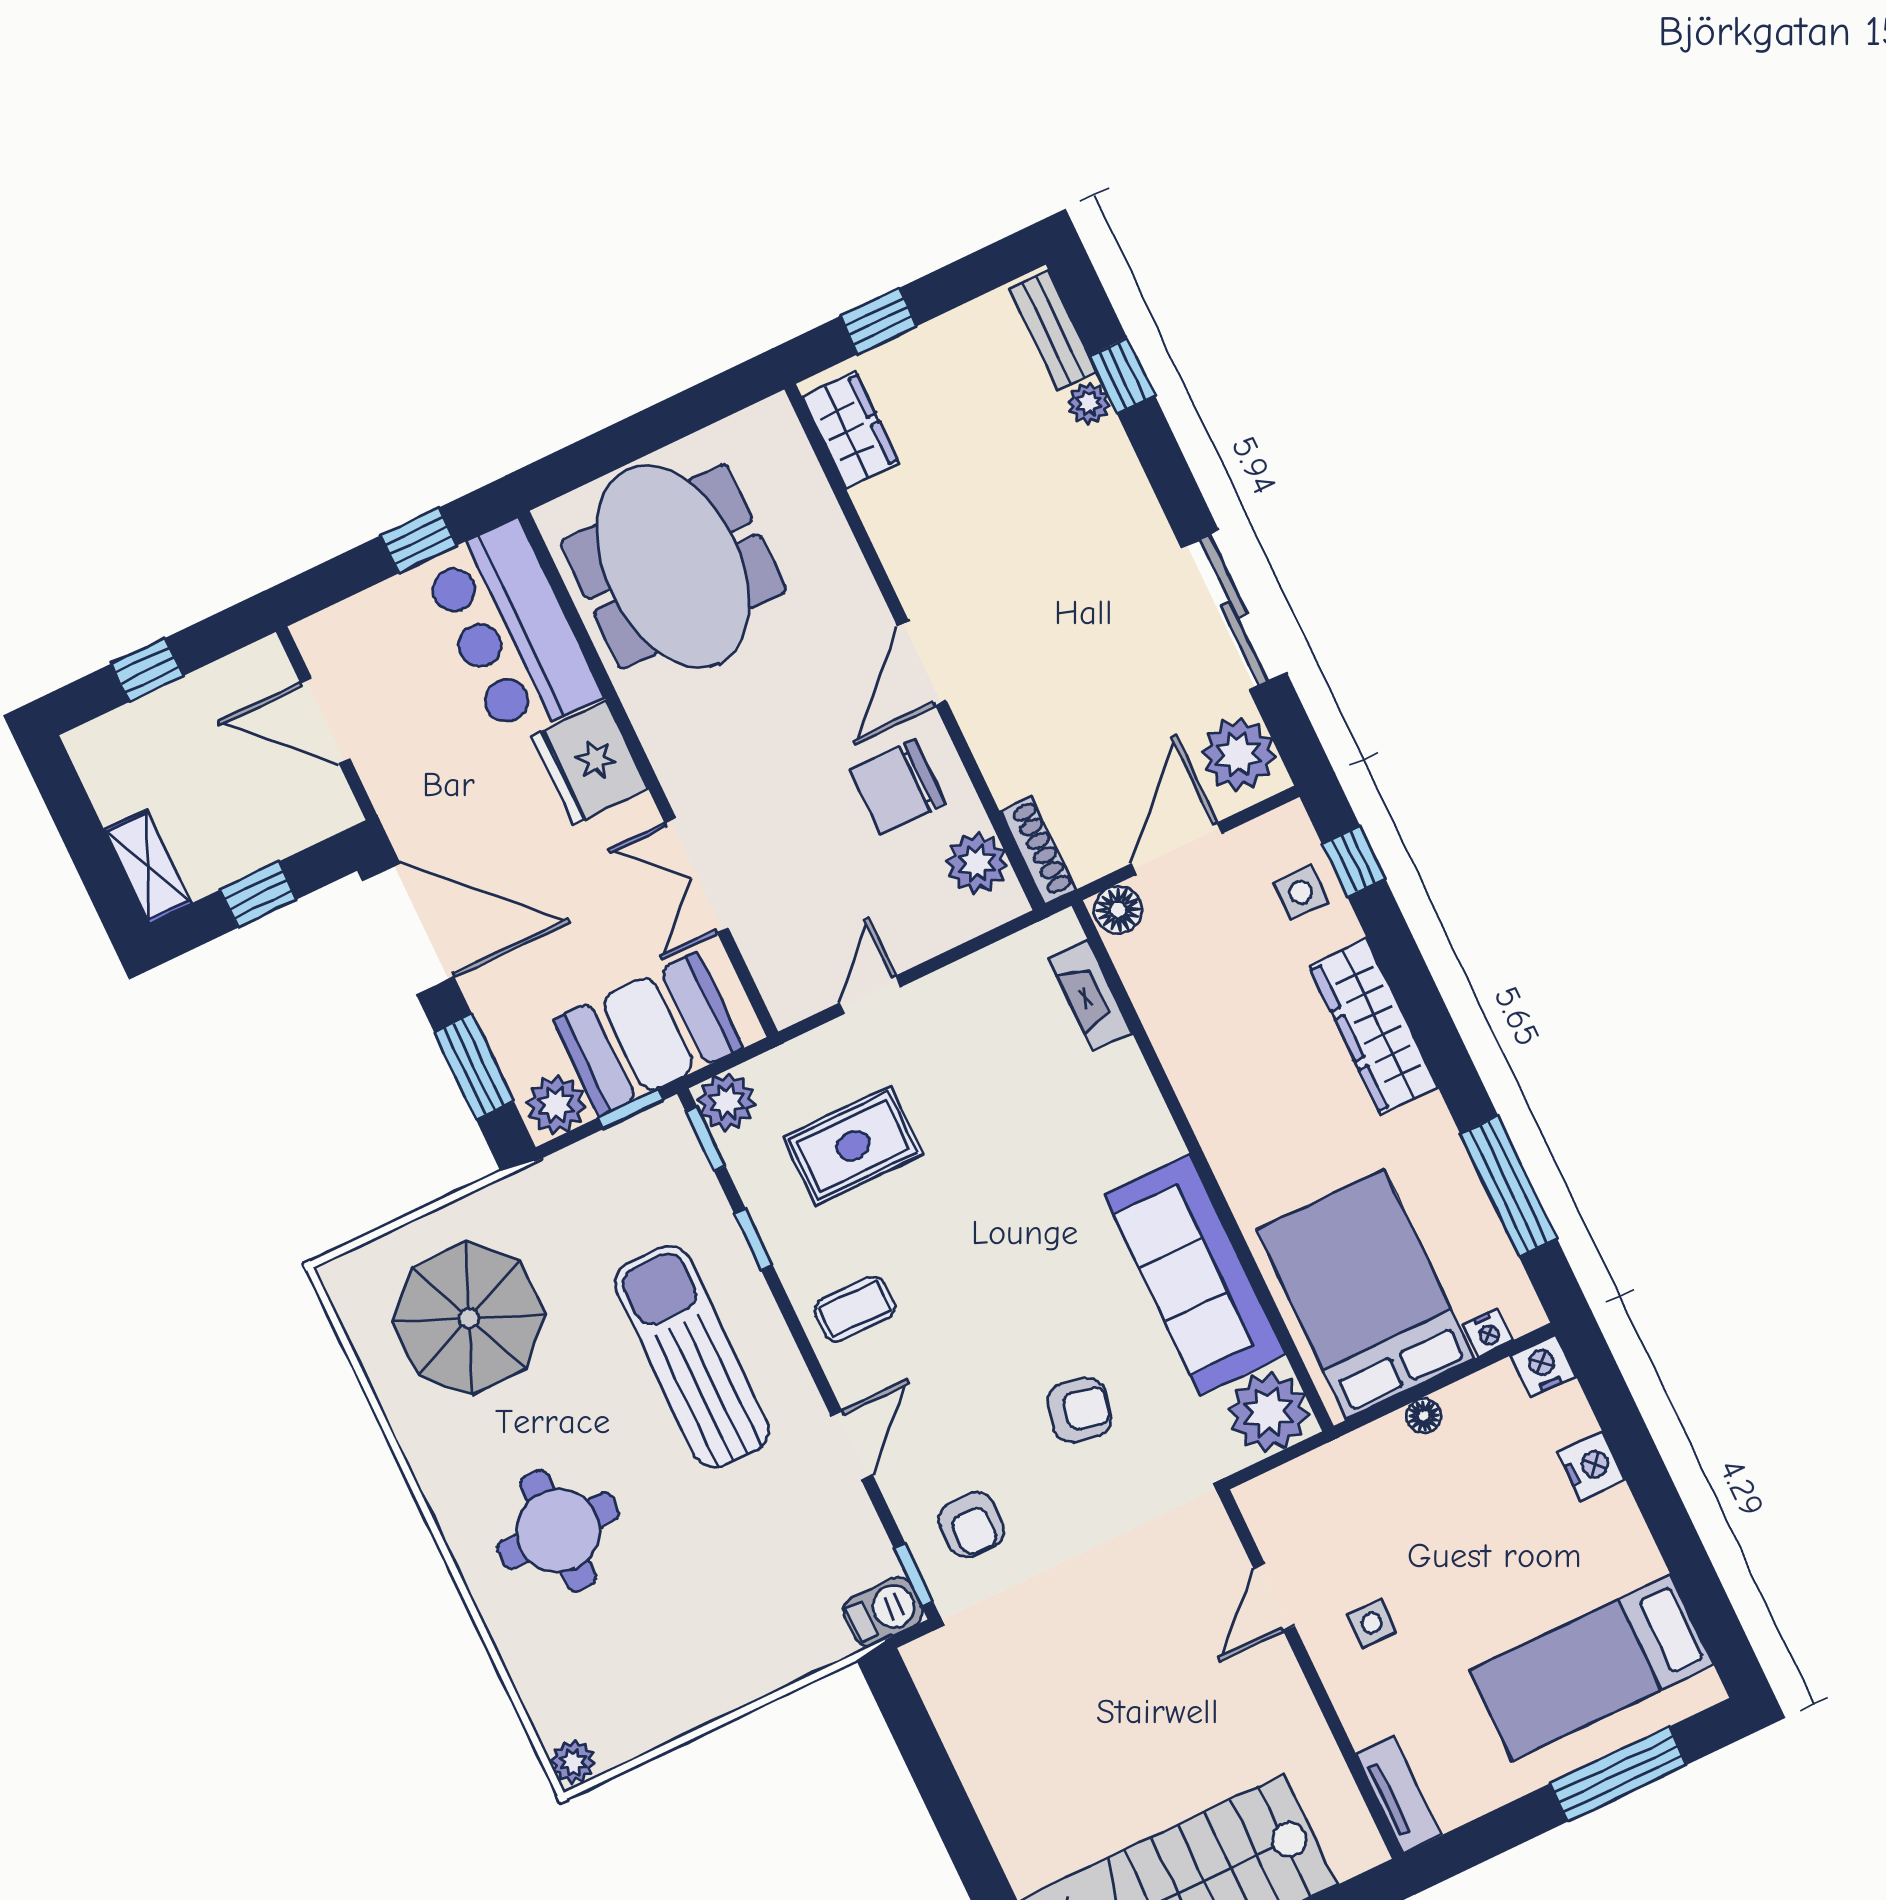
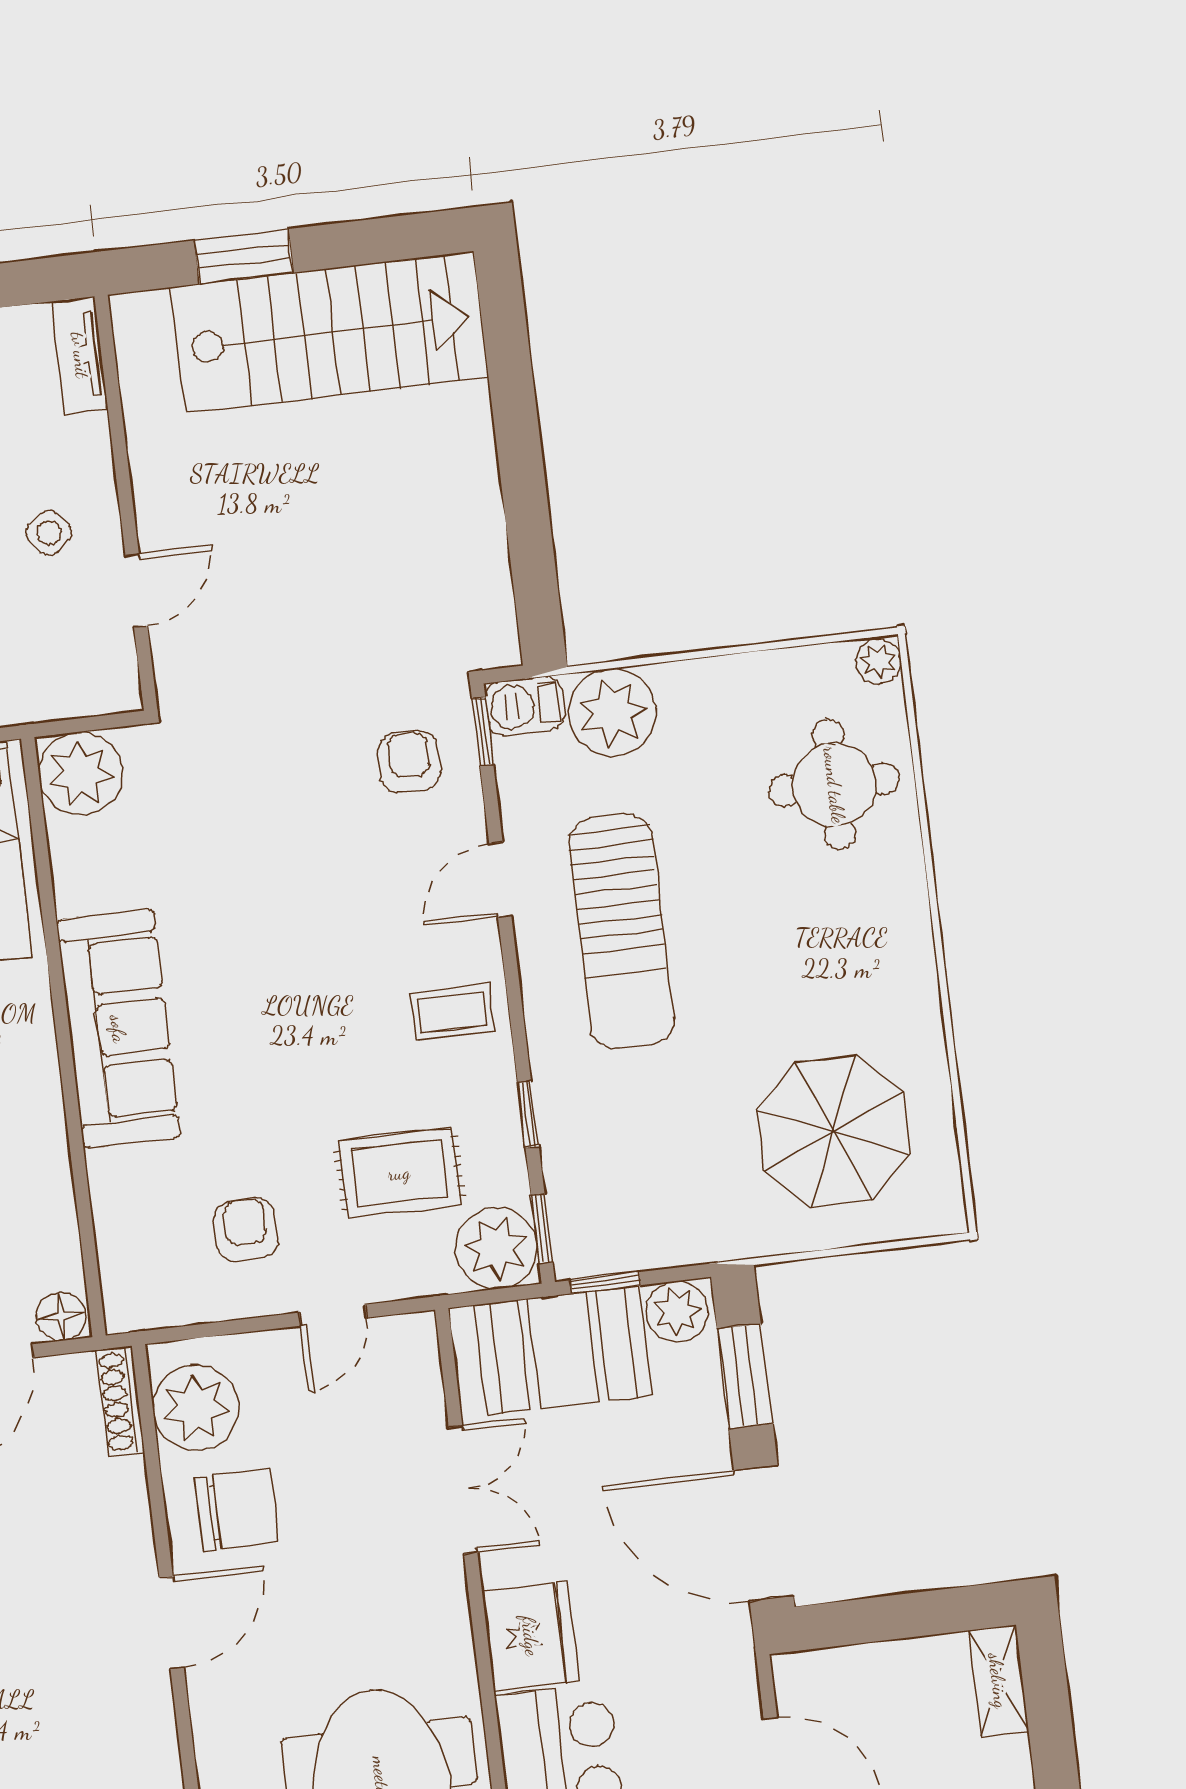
plant: (977, 863) -> (196, 1408), width x1.36, depth x1.36
window: (258, 895) -> (899, 1617), removed
fireplace: (1090, 996) -> (117, 1241), removed
plant: (727, 1102) -> (497, 1248), width x1.36, depth x1.36
sofa: (1195, 1275) -> (118, 1029), moved
sun lounger: (692, 1357) -> (621, 931), moved
armchair: (1079, 1410) -> (246, 1230), moved, turned 77
round table: (558, 1531) -> (834, 785), moved
side table: (1372, 1623) -> (49, 533), turned -38
plant: (801, 1633) -> (612, 712), added

